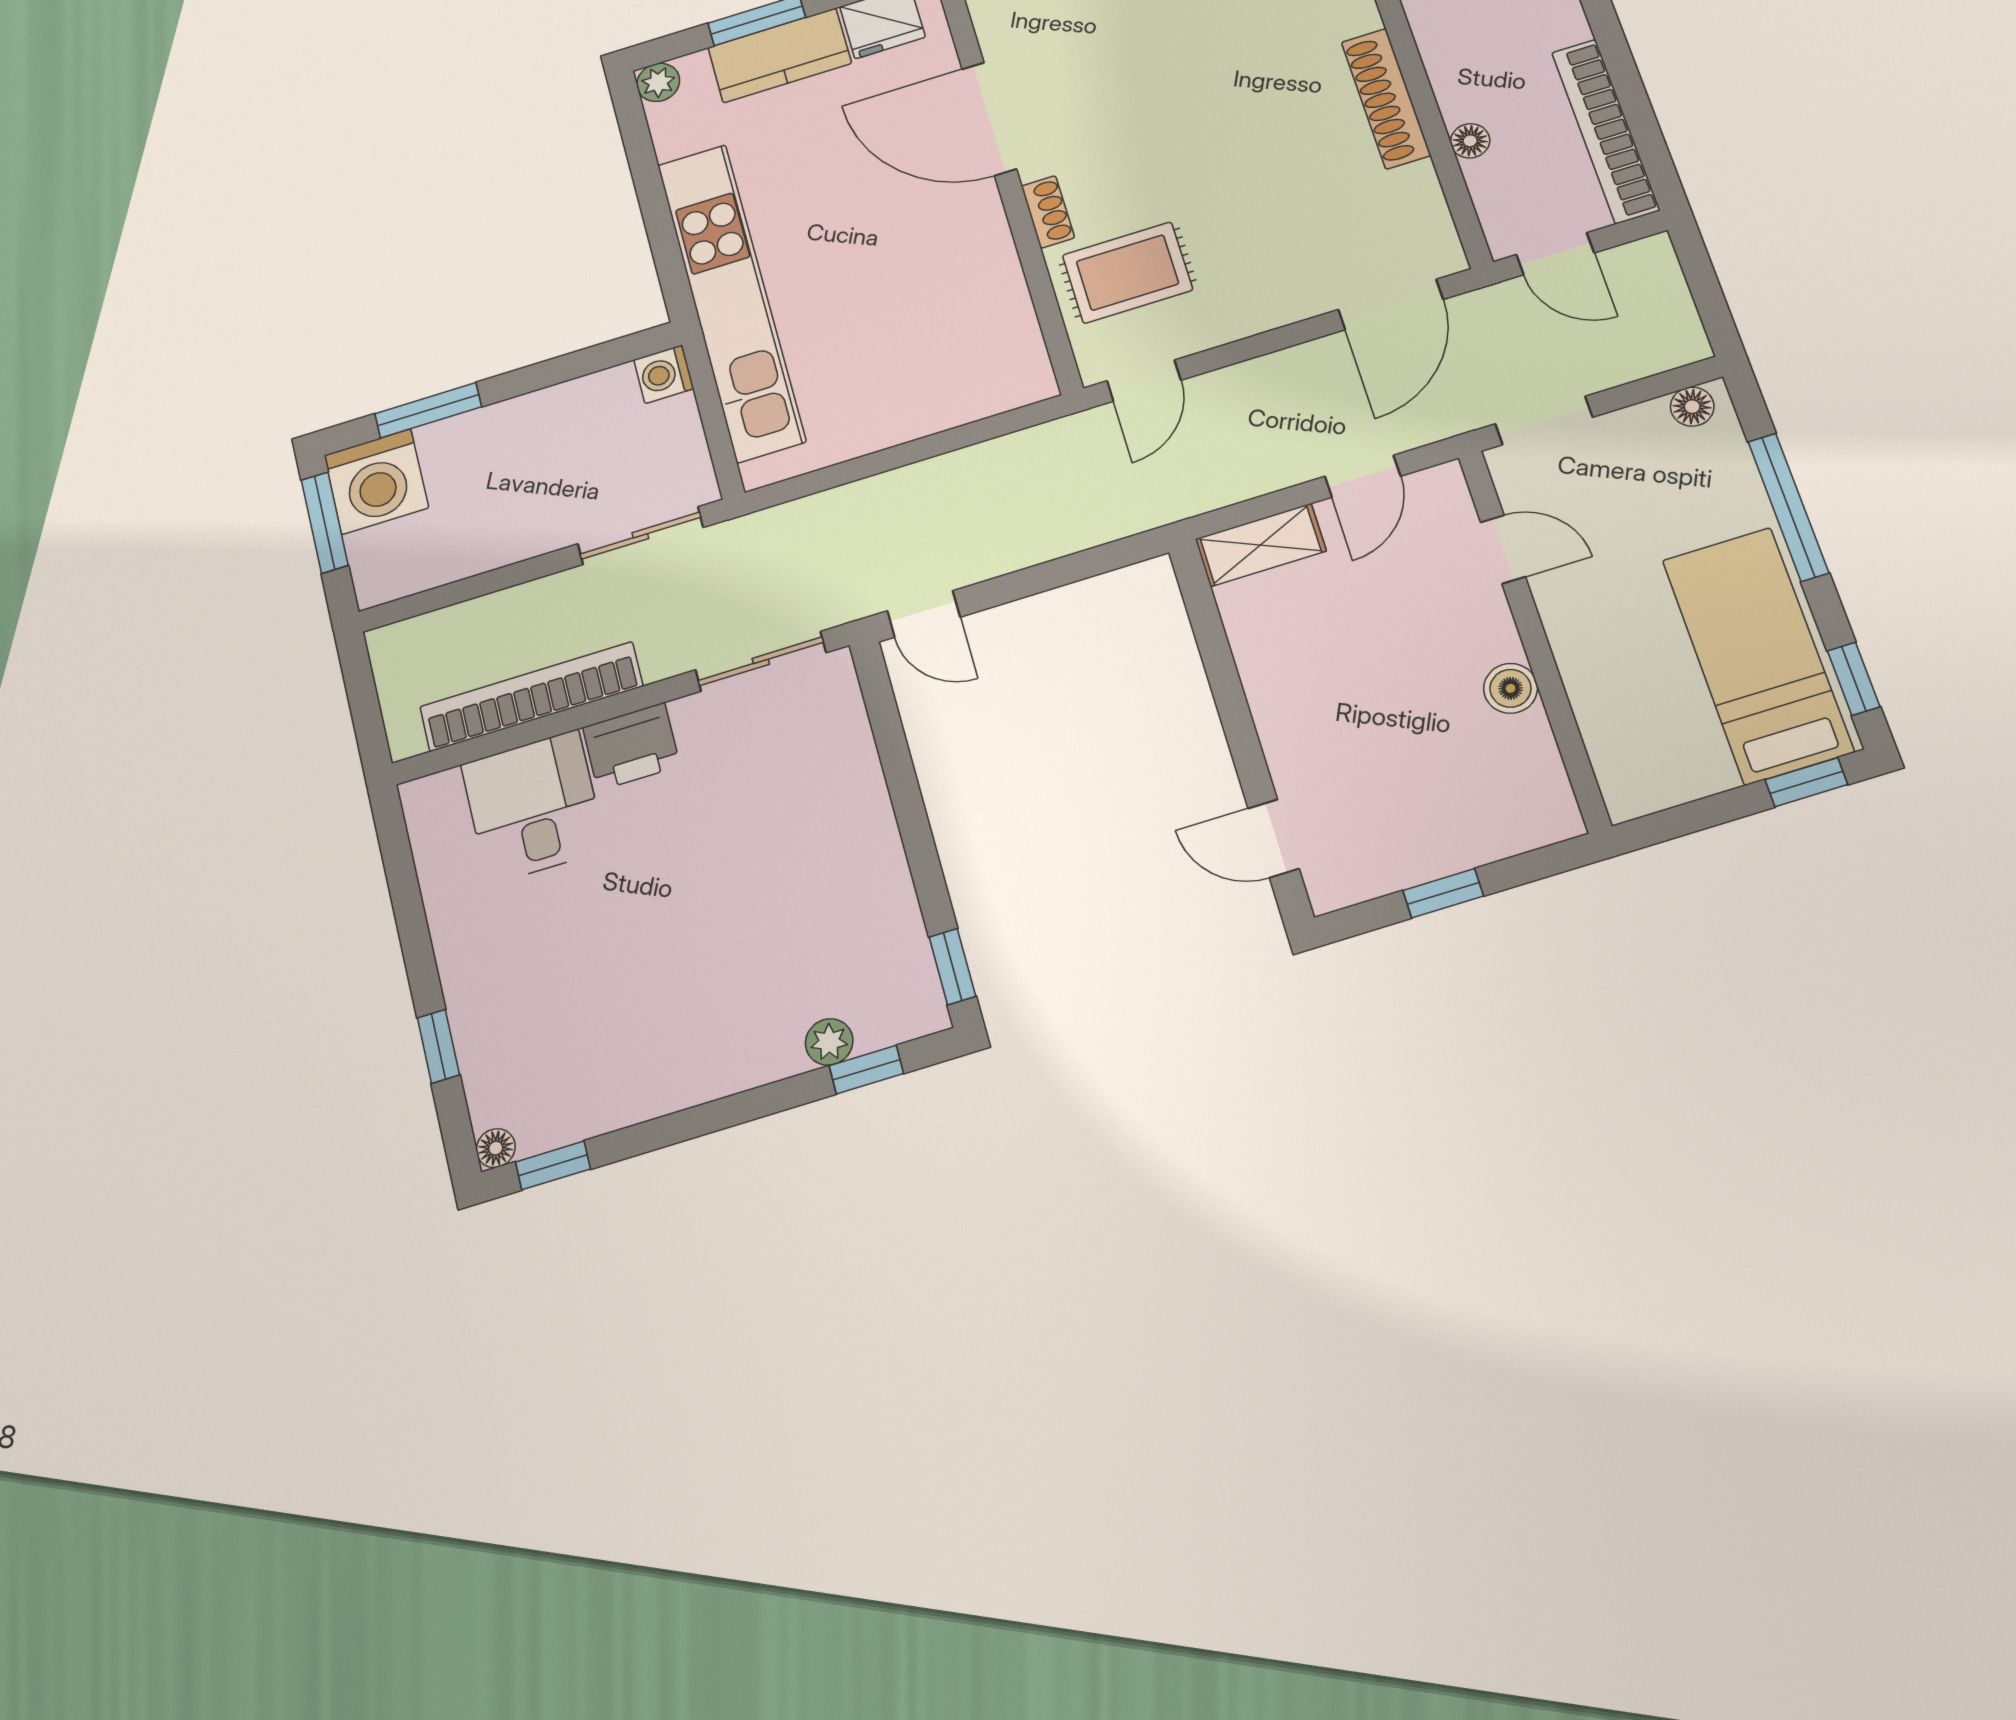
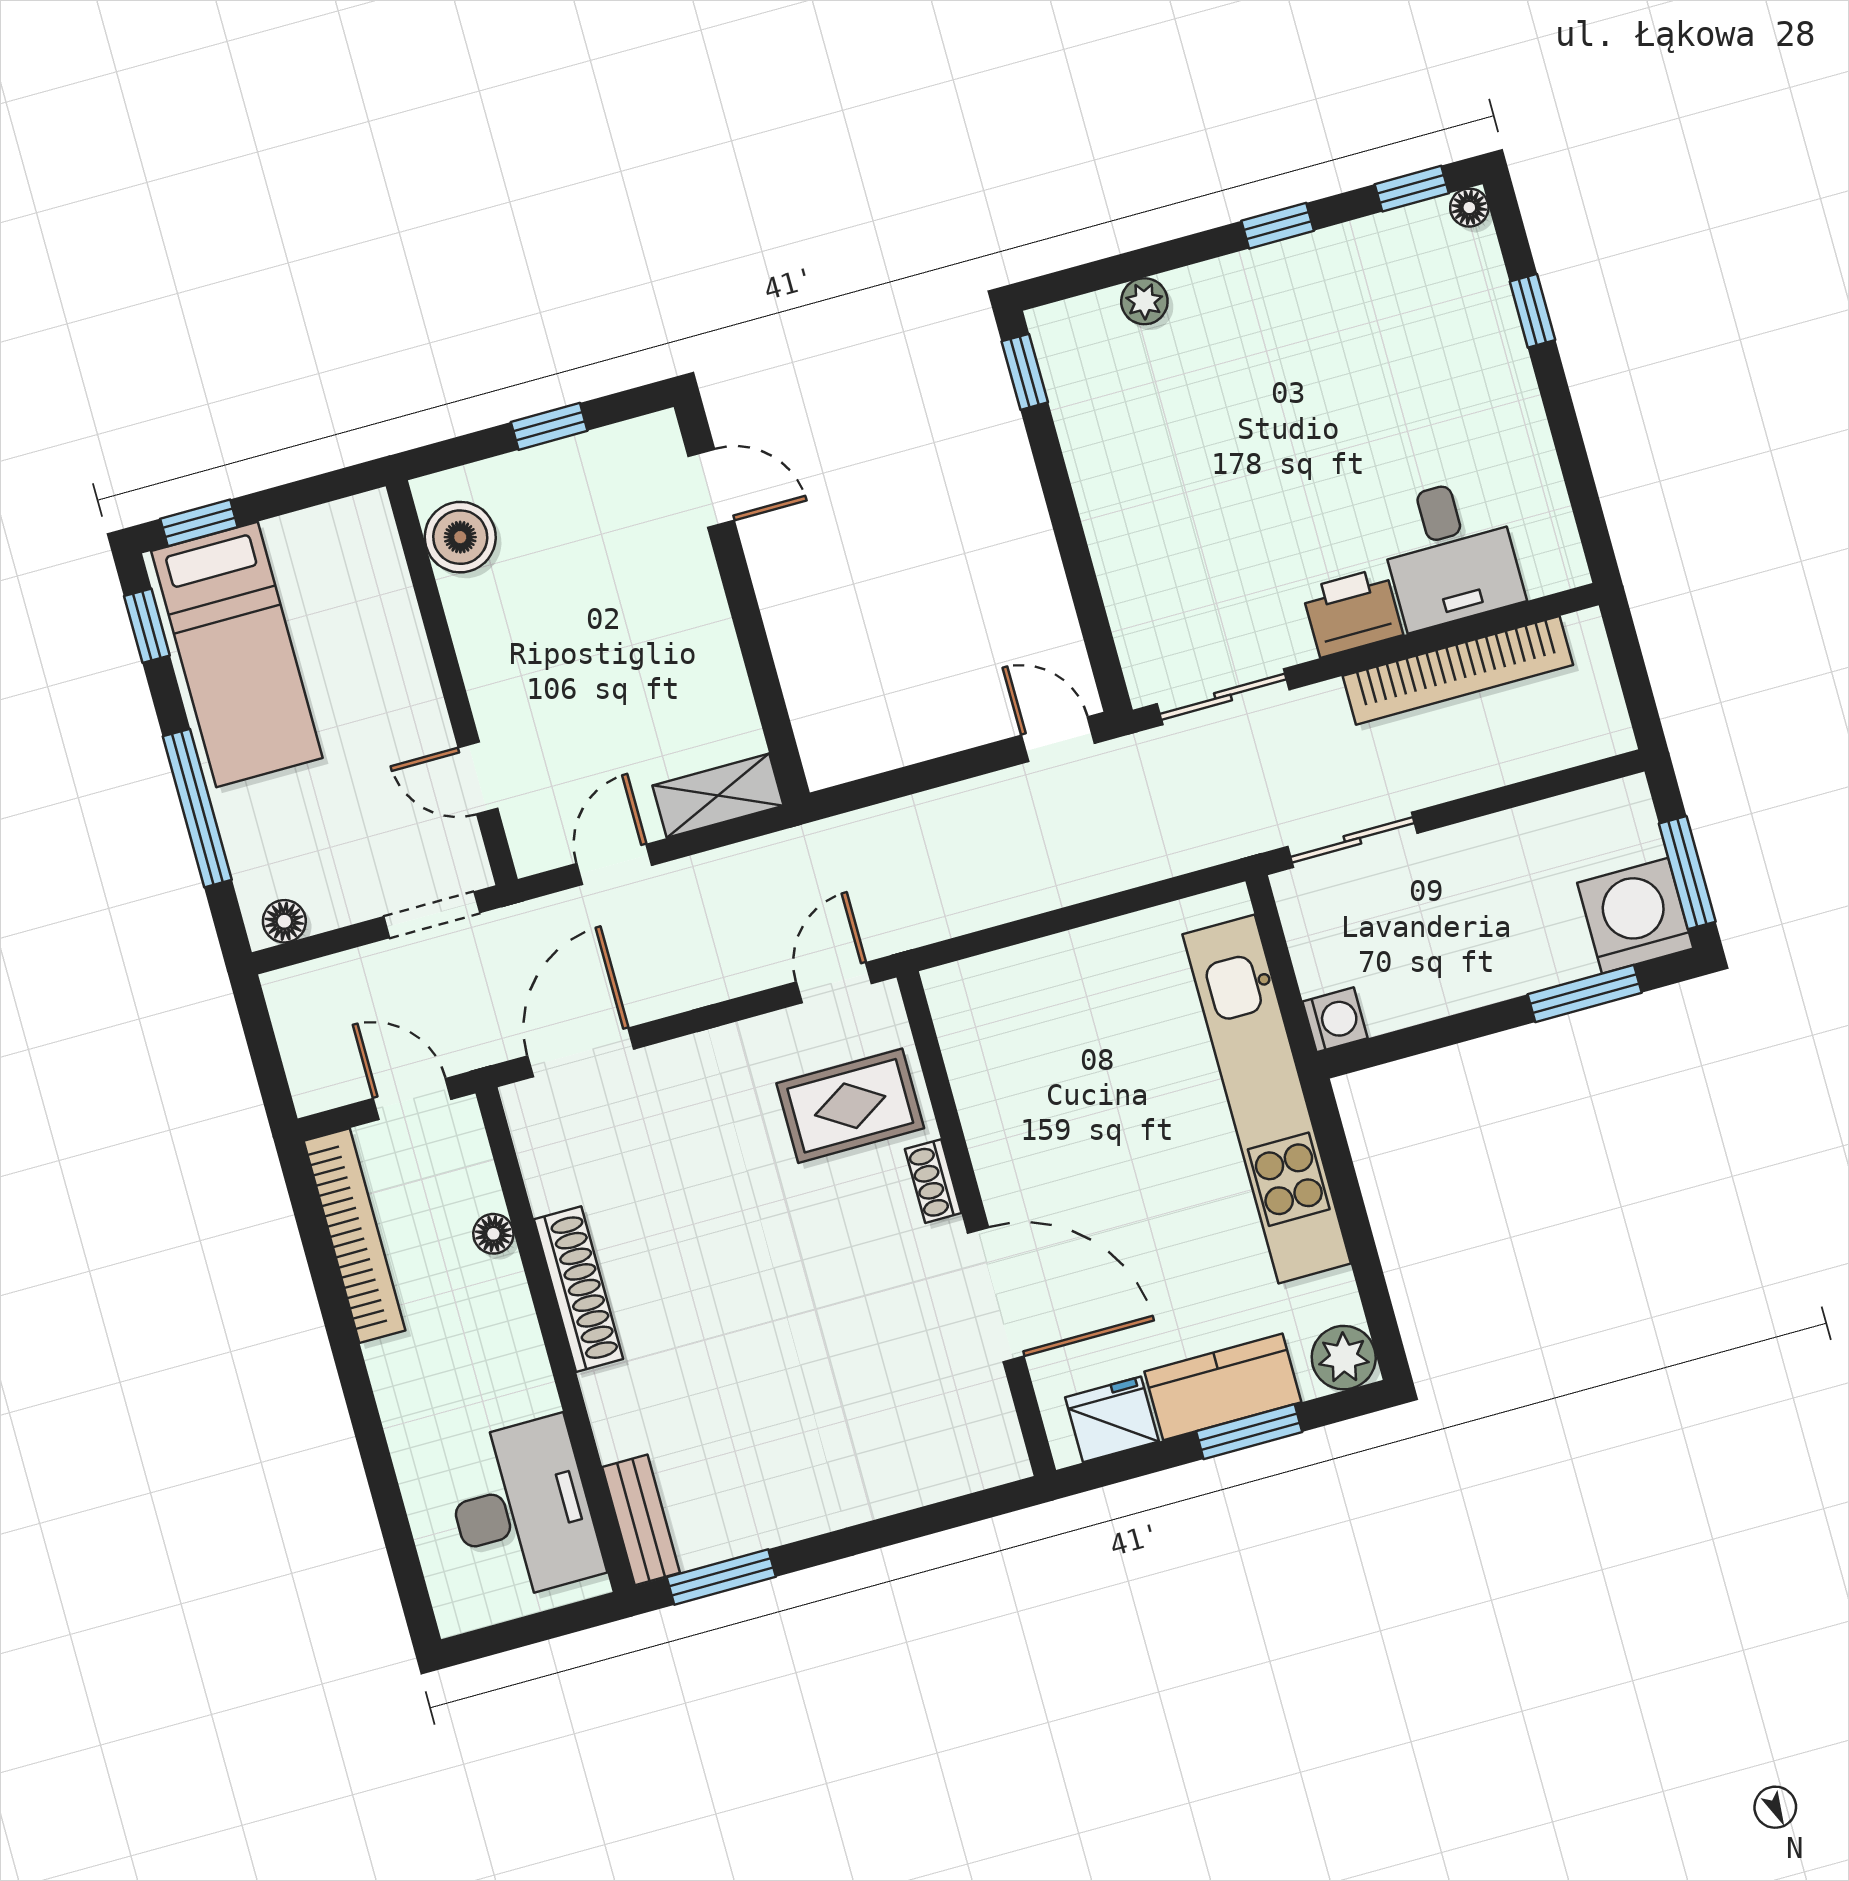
plant: (658, 82) -> (1344, 1358), width x1.38, depth x1.38
boiler: (1511, 688) -> (460, 537), moved, width x1.36, depth x1.36
window: (866, 1070) -> (1278, 226), moved

